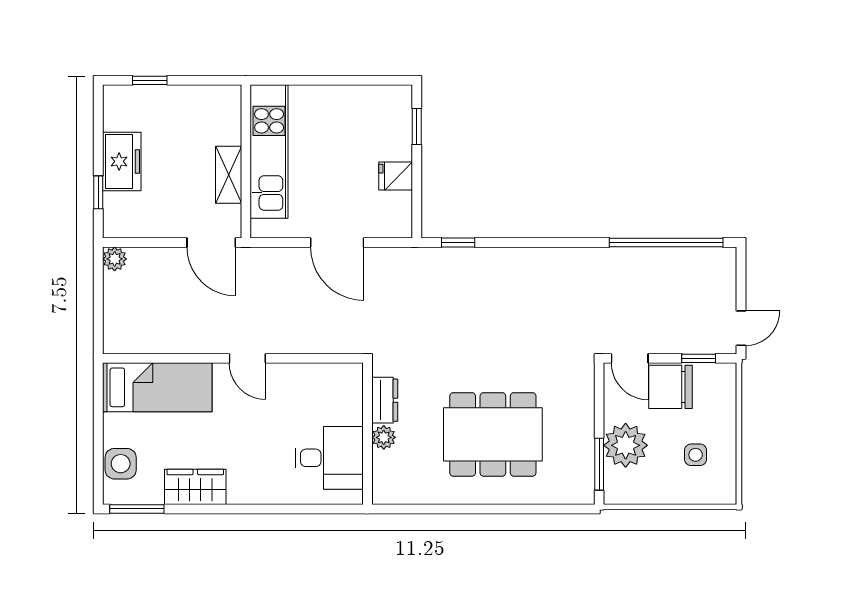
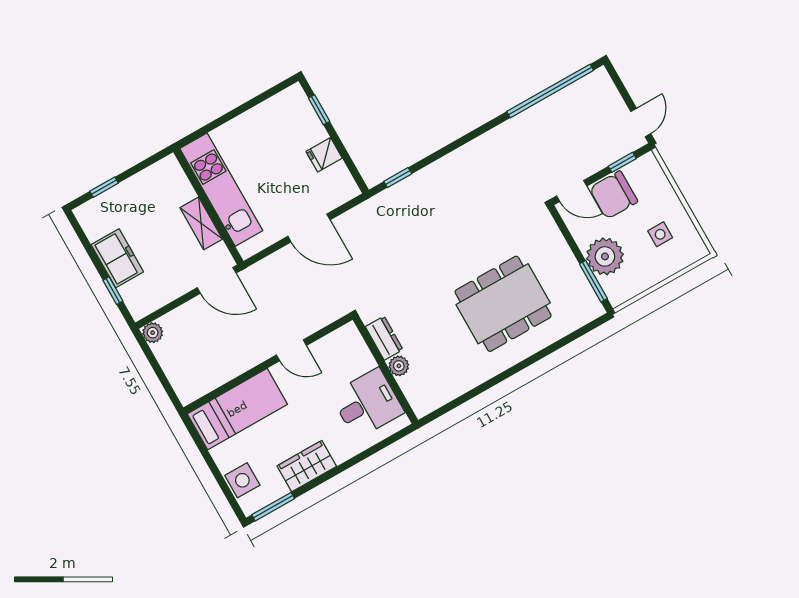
dresser: (385, 400) -> (384, 338), moved
wall: (367, 434) -> (385, 370), moved
plant: (384, 437) -> (399, 366), moved
desk: (329, 458) -> (367, 404), moved

